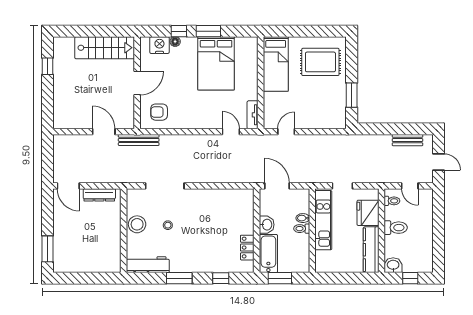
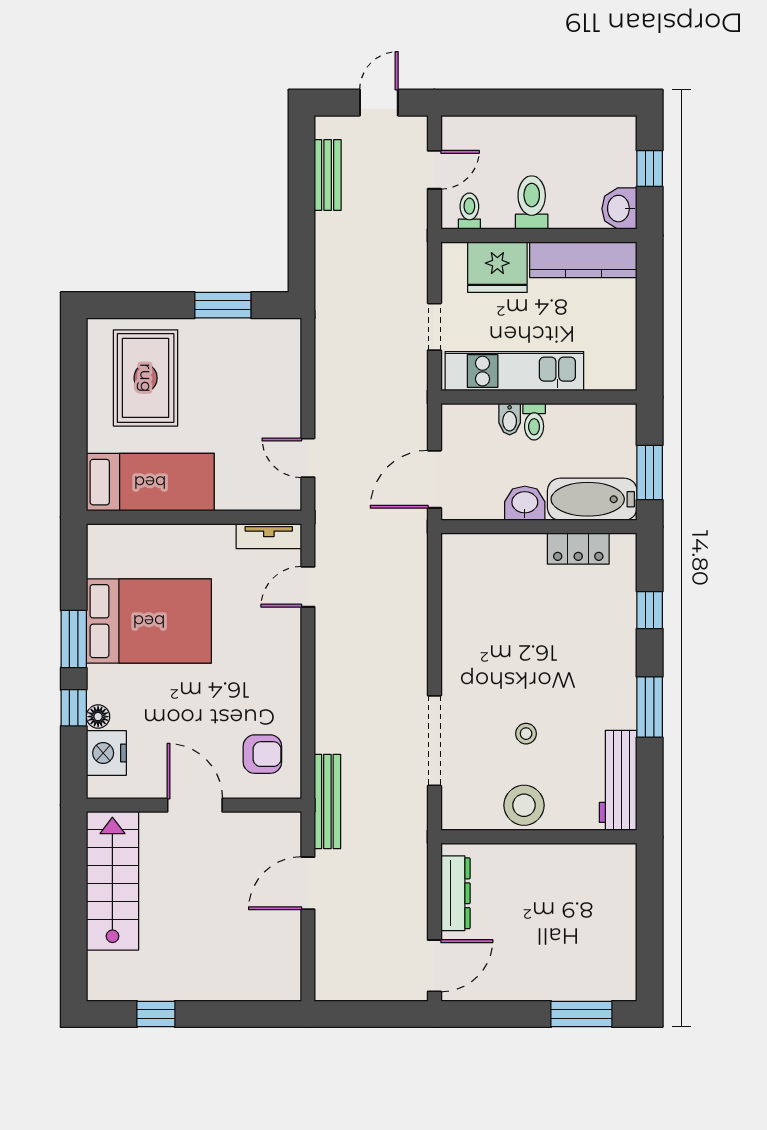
armchair: (159, 112) -> (262, 754), turned -90

